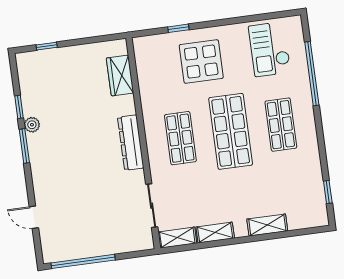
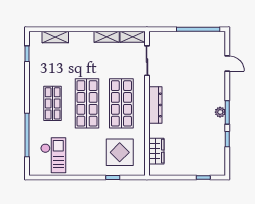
display table: (201, 62) -> (120, 152), moved
plant: (32, 125) -> (220, 112), moved
shop shelf: (180, 138) -> (121, 103), width x1.43, depth x1.36
shelving: (267, 225) -> (55, 37), moved

